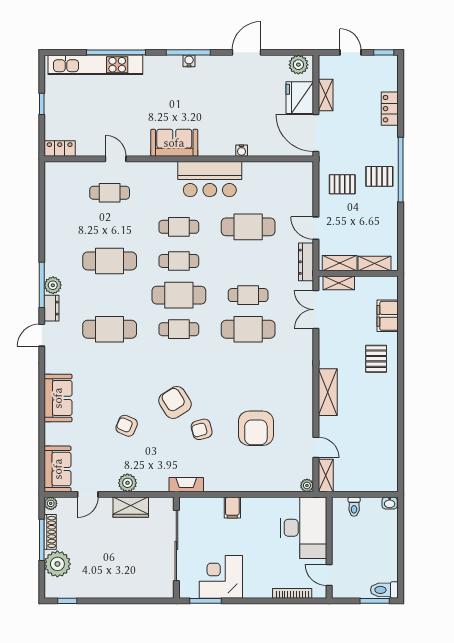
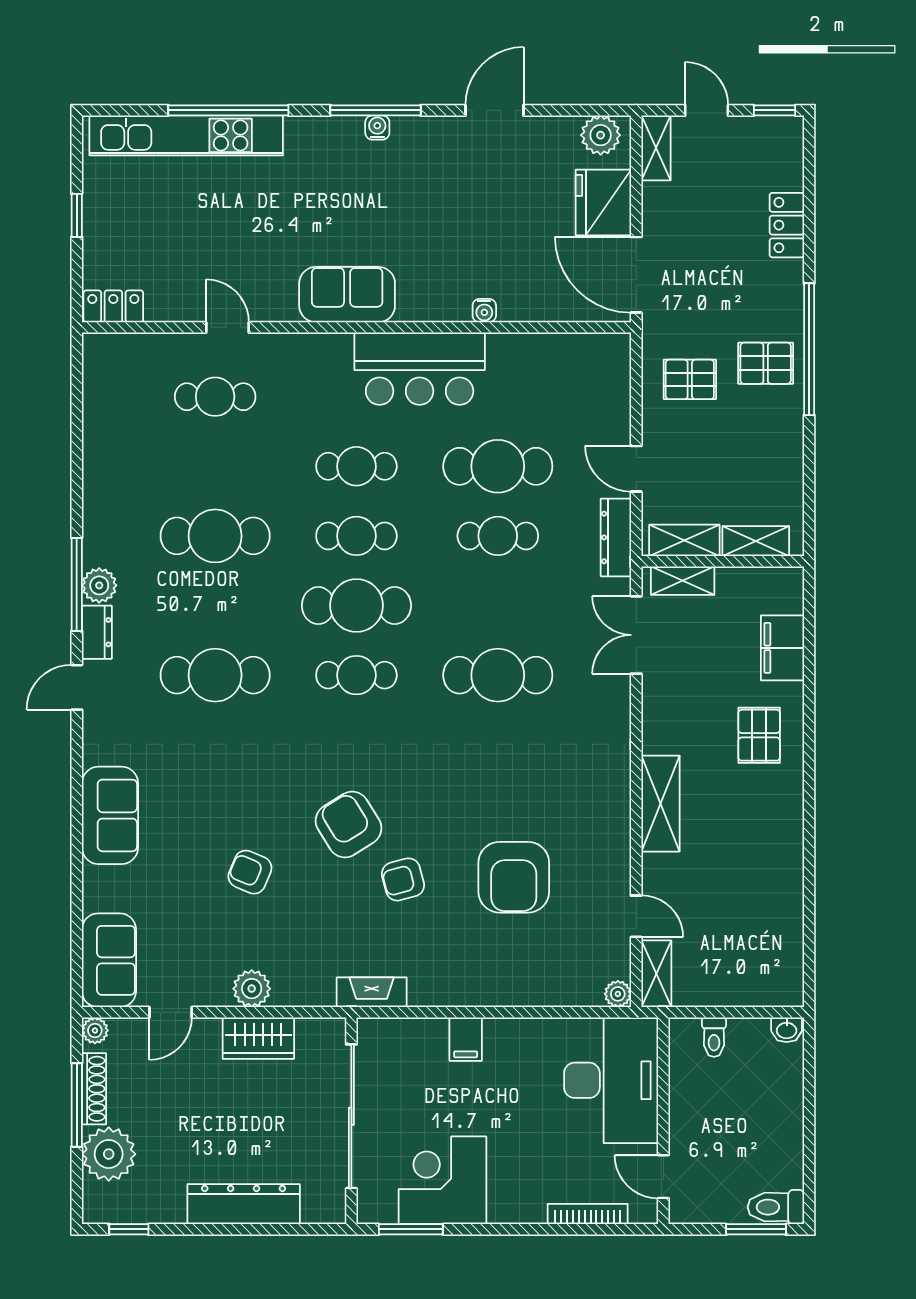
shelving: (326, 95) -> (656, 148), moved
cafe table: (248, 295) -> (498, 536), moved
dresser: (124, 588) -> (244, 1204), added

